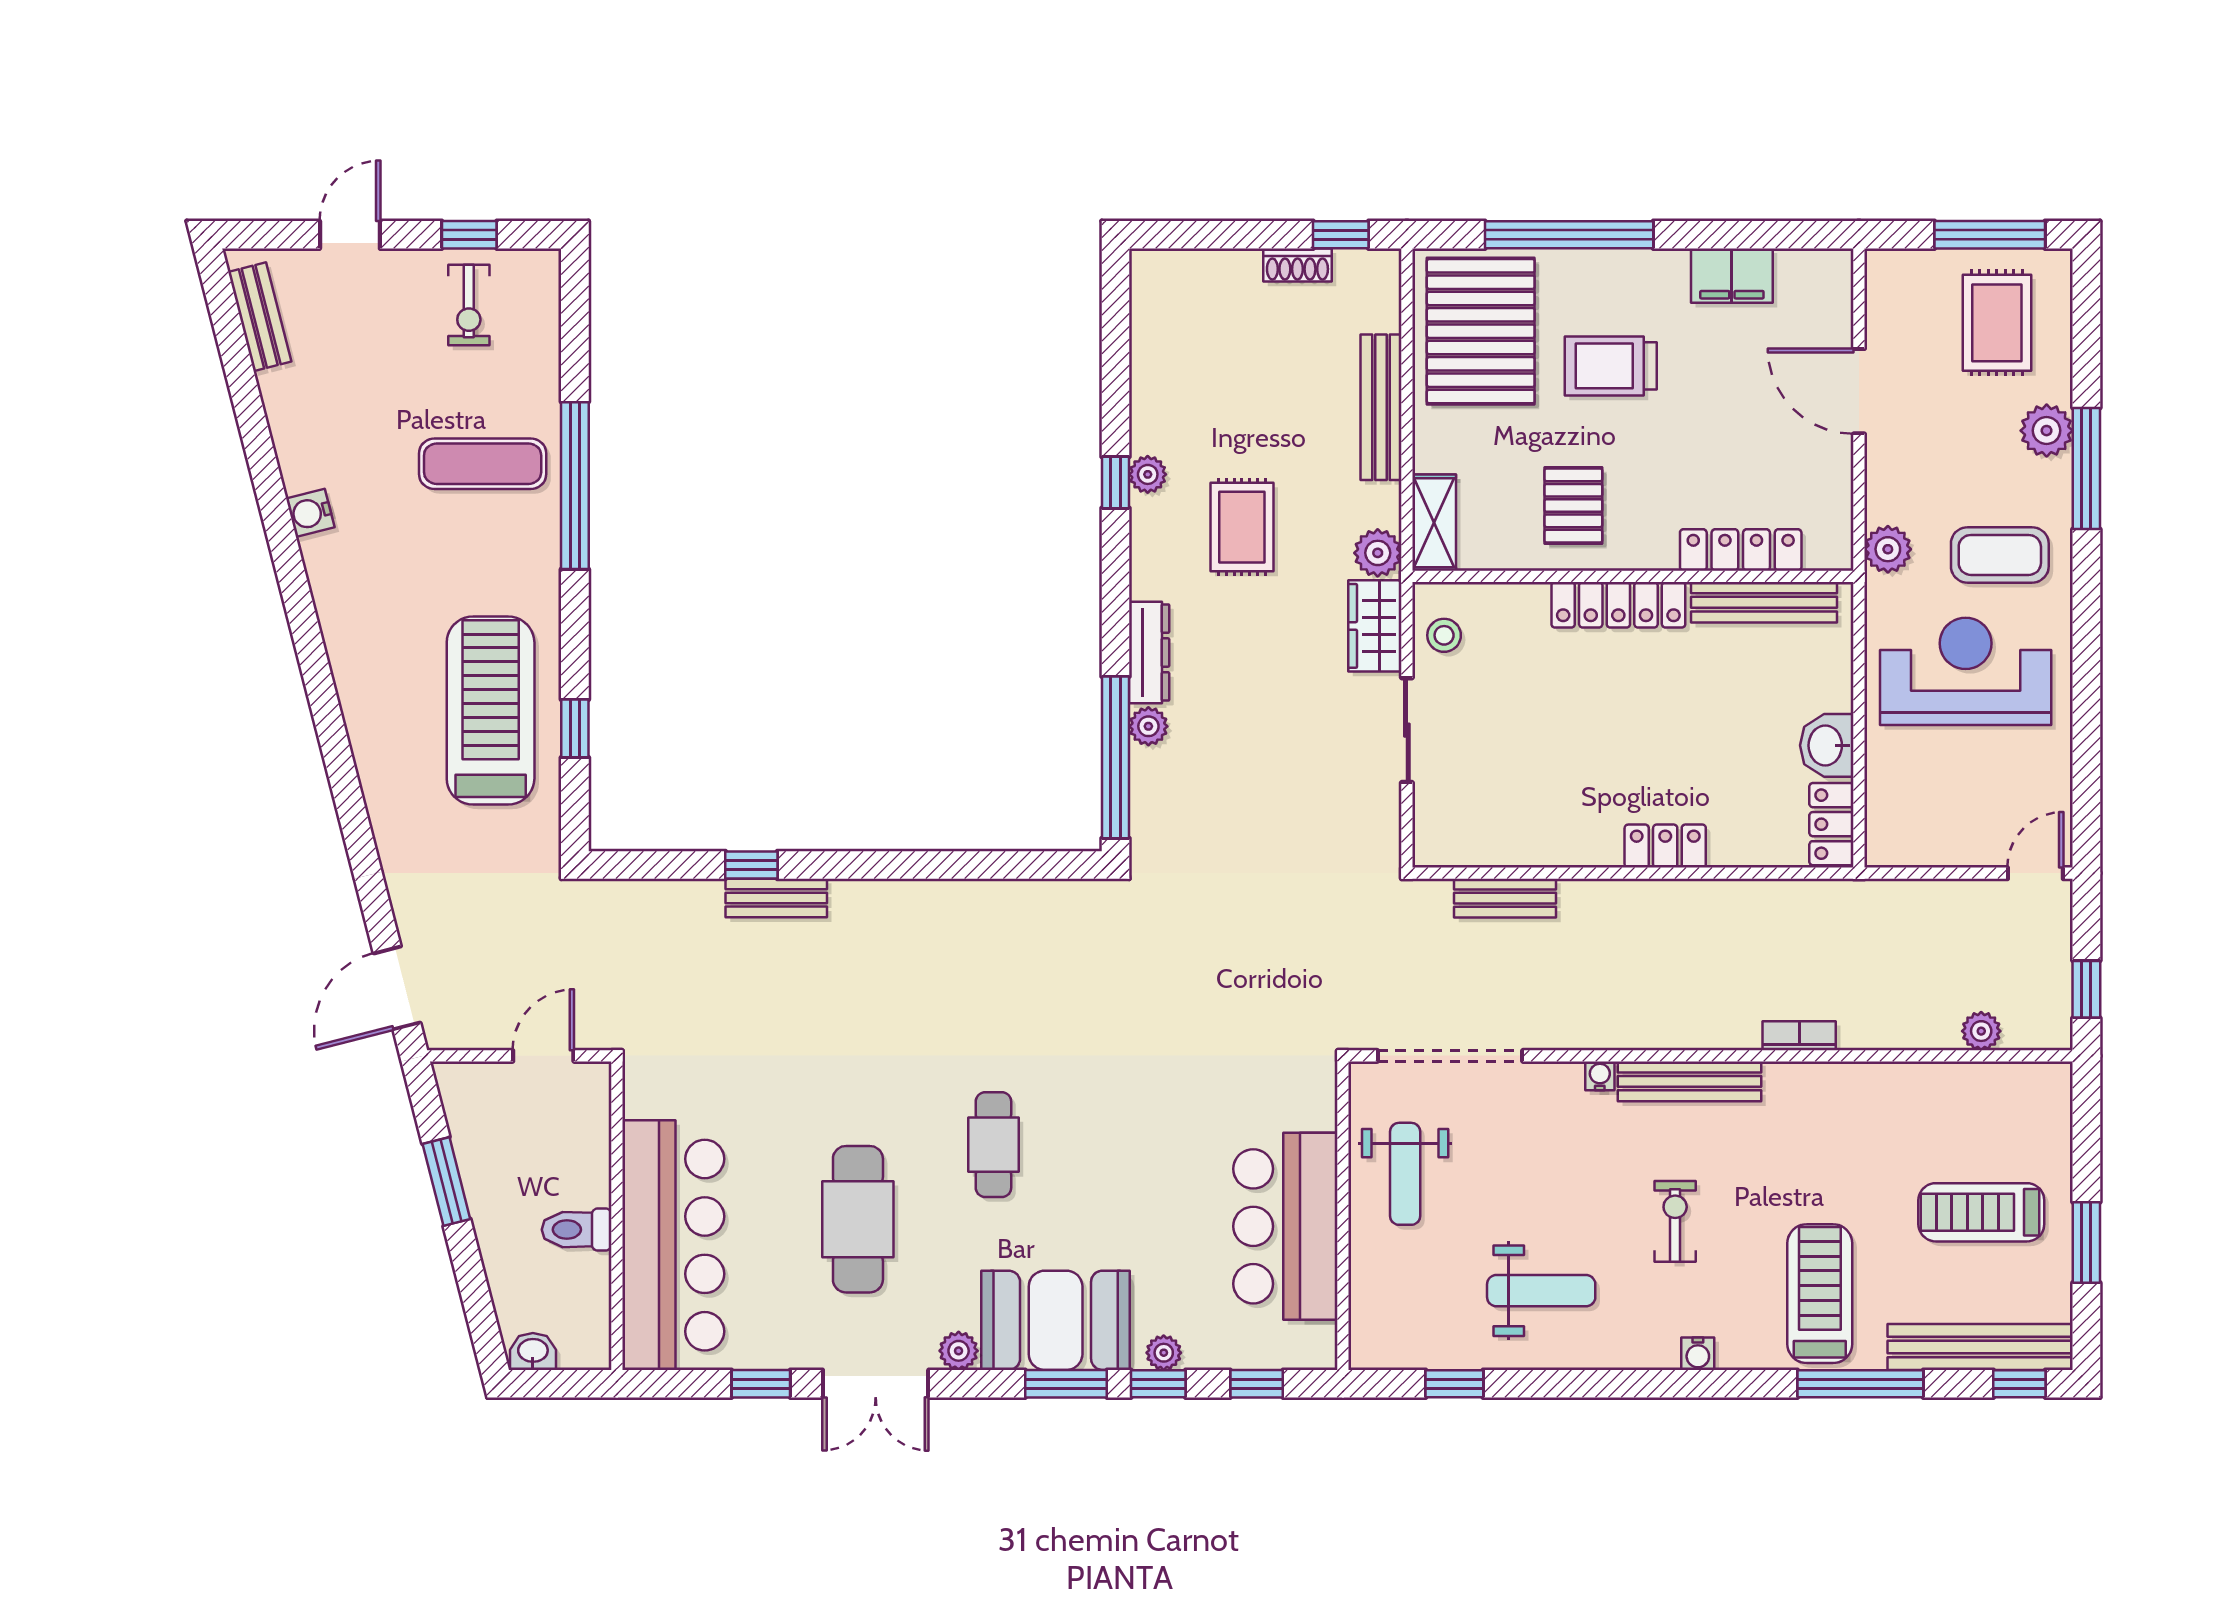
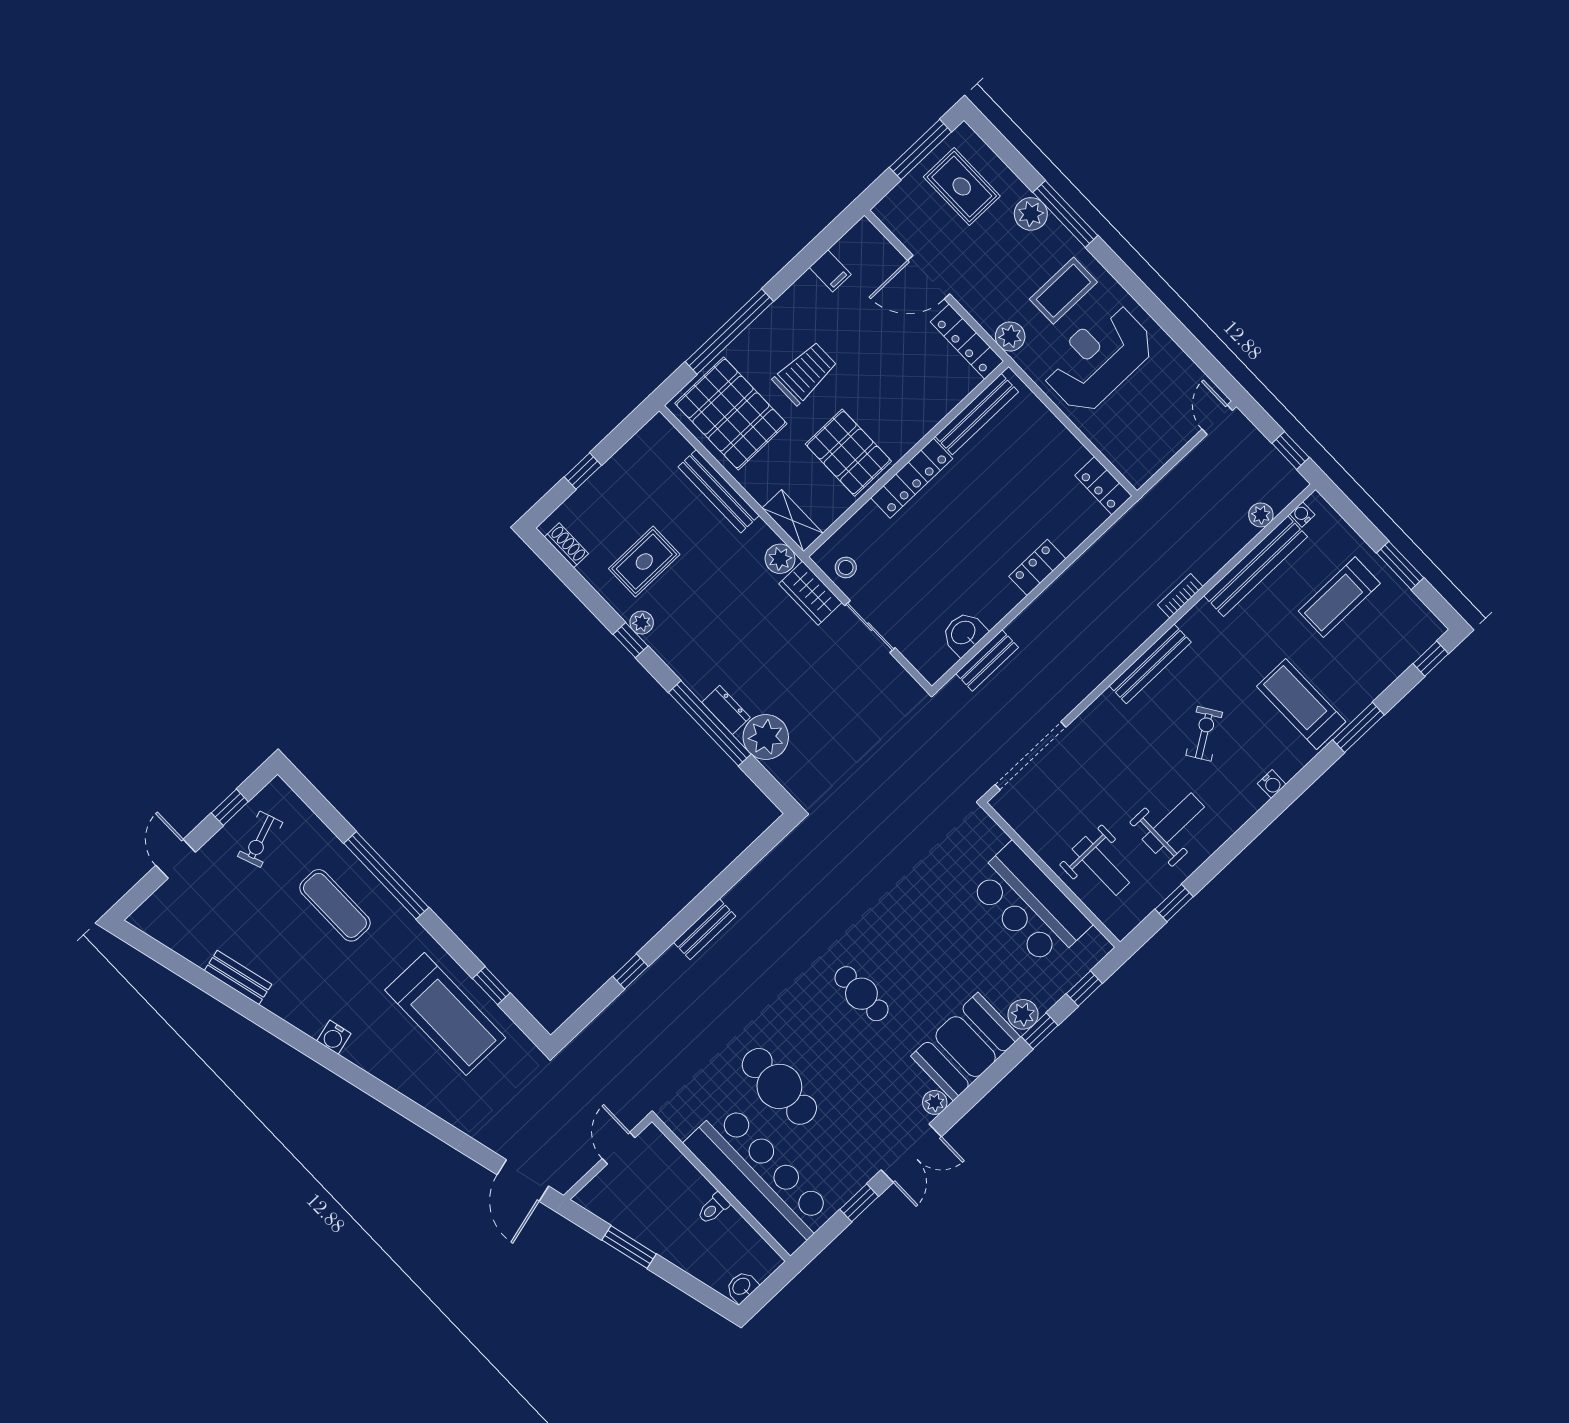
window: (1341, 235) -> (583, 471), moved
shoe rack: (1297, 265) -> (566, 545), moved, turned -90
filing cabinet: (1732, 276) -> (830, 271), width x0.50
exercise bike: (469, 305) -> (260, 839), turned 70
bench: (260, 317) -> (238, 977), moved
trolley: (1611, 366) -> (805, 373), turned 180
exercise mat: (483, 464) -> (335, 905), turned 90
pallet: (1573, 506) -> (848, 453), width x1.50, depth x1.42
water cooler: (310, 513) -> (334, 1037), moved
rug: (1242, 527) -> (644, 562), moved, turned 90
locker: (1741, 550) -> (967, 342), moved, turned -90
dresser: (1149, 653) -> (726, 710), width x0.70
treadmill: (491, 710) -> (445, 1014), turned 180
plant: (1148, 726) -> (766, 737), width x1.87, depth x1.87
washbasin: (1827, 745) -> (964, 633), moved, turned 90
window: (1116, 757) -> (710, 723), moved
bench: (776, 898) -> (705, 929), moved
water cooler: (1600, 1076) -> (1302, 514), moved
weight bench: (1405, 1174) -> (1101, 866), moved
cafe table: (858, 1219) -> (779, 1086), moved
exercise bike: (1675, 1221) -> (1204, 734), turned 57
toilet: (577, 1230) -> (713, 1208), width x0.73, depth x0.72
bench: (1980, 1347) -> (1256, 566), moved
plant: (1164, 1353) -> (1023, 1014), width x1.38, depth x1.38
window: (1066, 1384) -> (998, 1071), removed
window: (1860, 1384) -> (1359, 727), width x0.69

